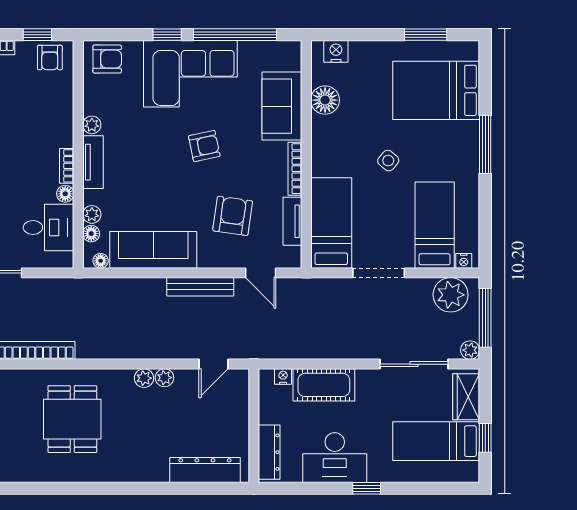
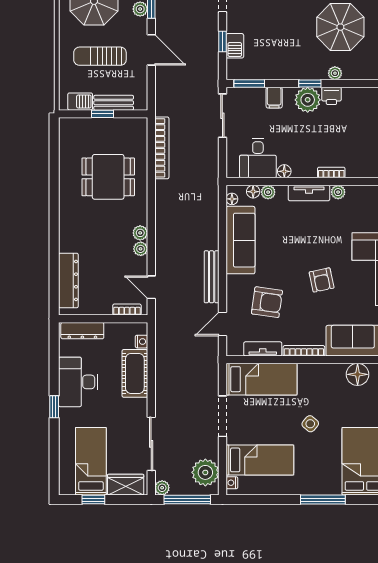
bookcase: (67, 166) -> (331, 172), moved
bookcase: (242, 395) -> (127, 309), added

